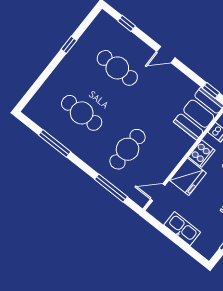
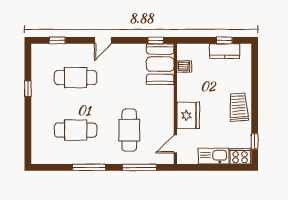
window: (55, 143) -> (89, 167), moved
cooker: (202, 153) -> (240, 156), moved, turned -90

